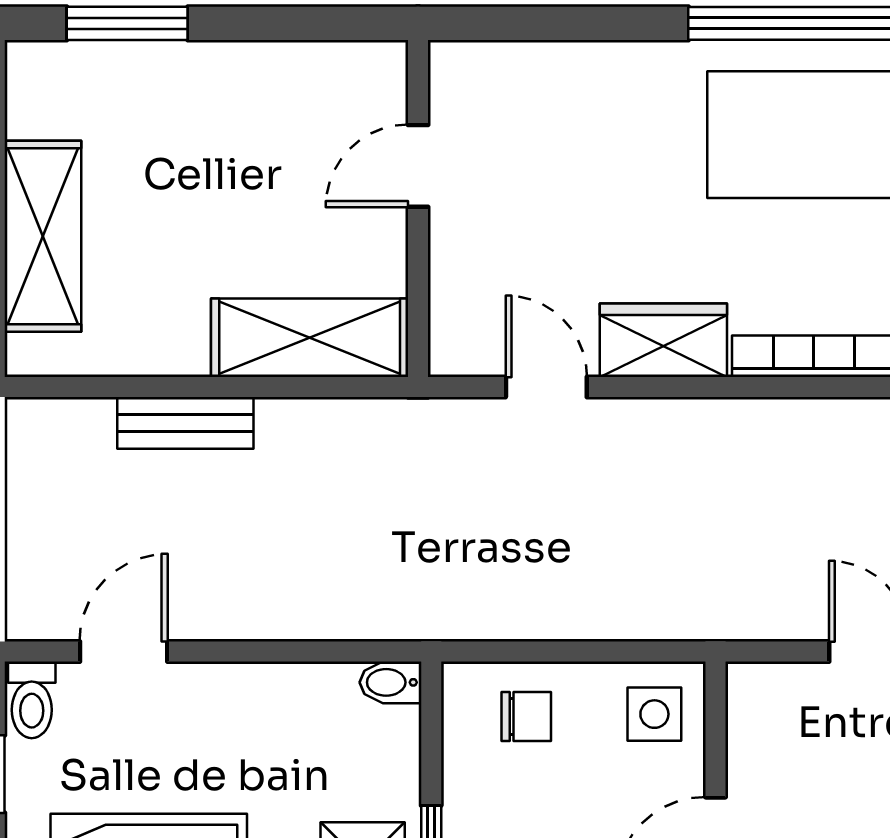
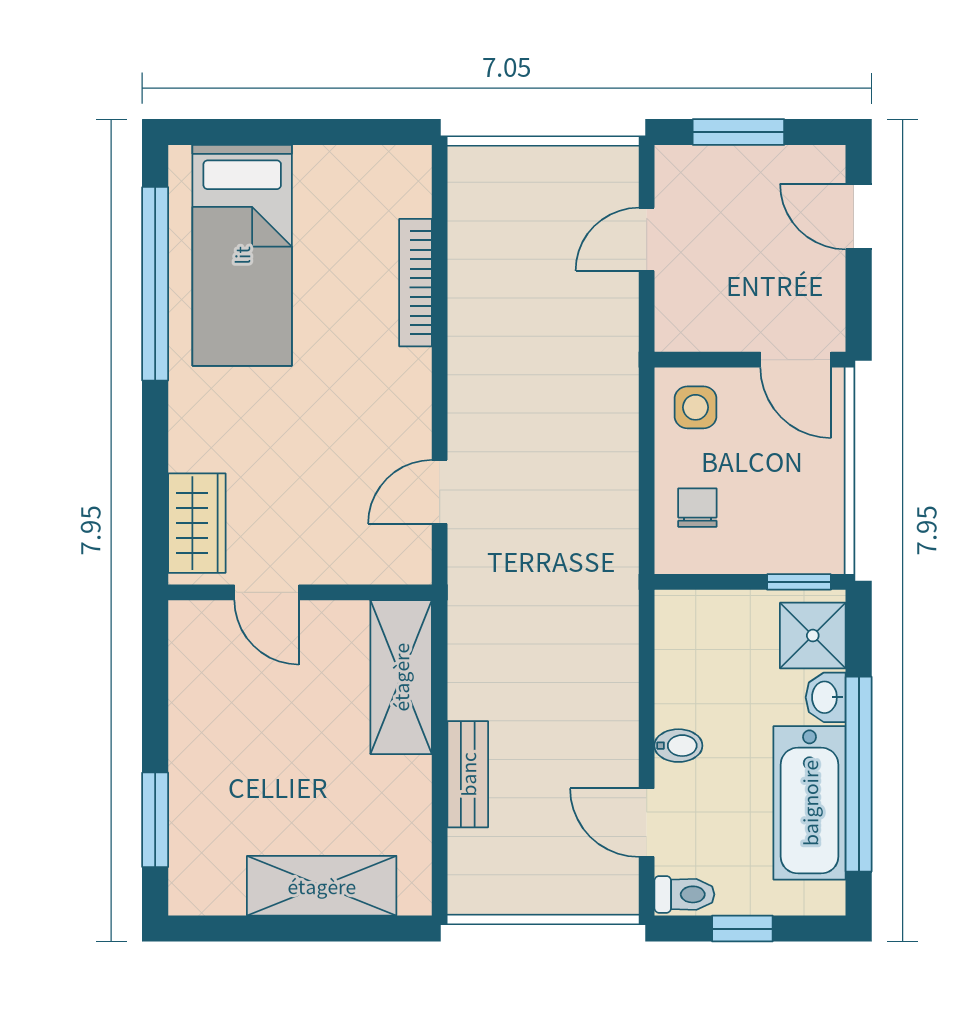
wardrobe: (663, 340) -> (197, 523), moved, turned 180
bidet: (390, 682) -> (678, 746), moved, turned -90

